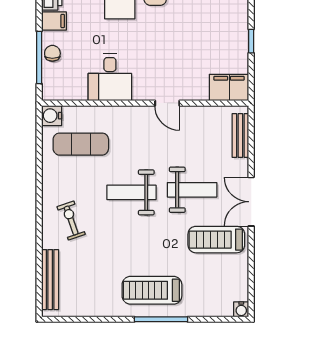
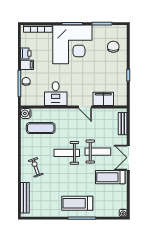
filing cabinet: (229, 87) -> (103, 99), moved

